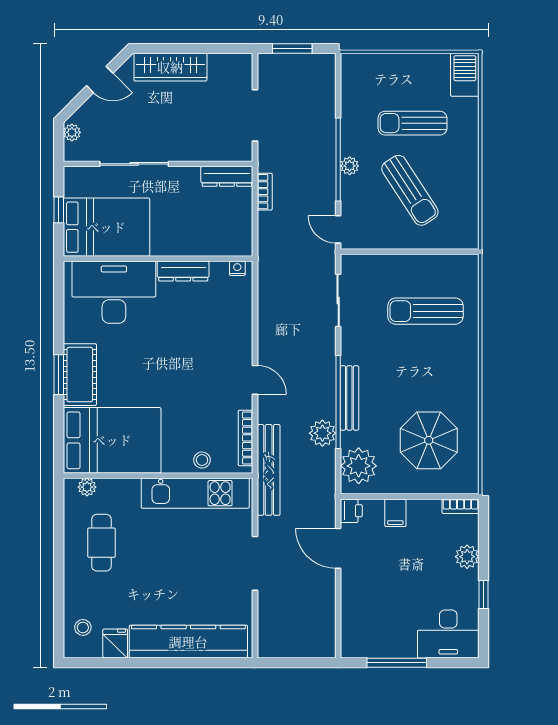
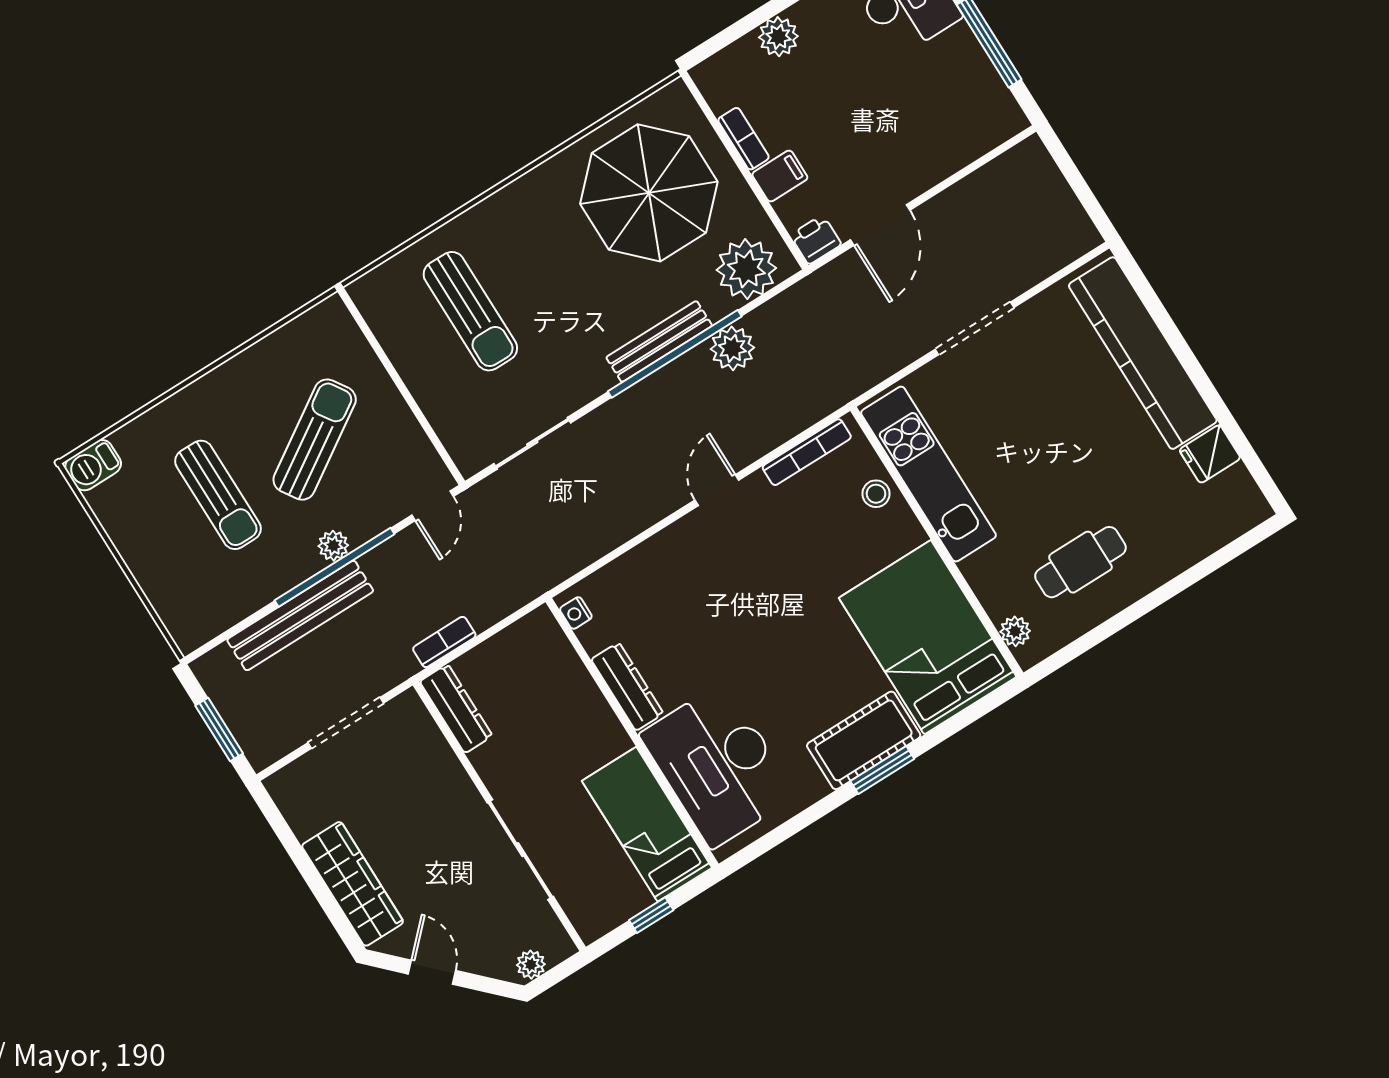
barbecue: (465, 75) -> (93, 465), width x0.73, depth x0.79
bed: (106, 227) -> (647, 824), width x0.67
parasol: (429, 440) -> (649, 193), width x1.36, depth x1.36
bench: (269, 470) -> (300, 615), moved
bookcase: (461, 506) -> (743, 139), moved
stool: (83, 627) -> (1216, 513), removed

